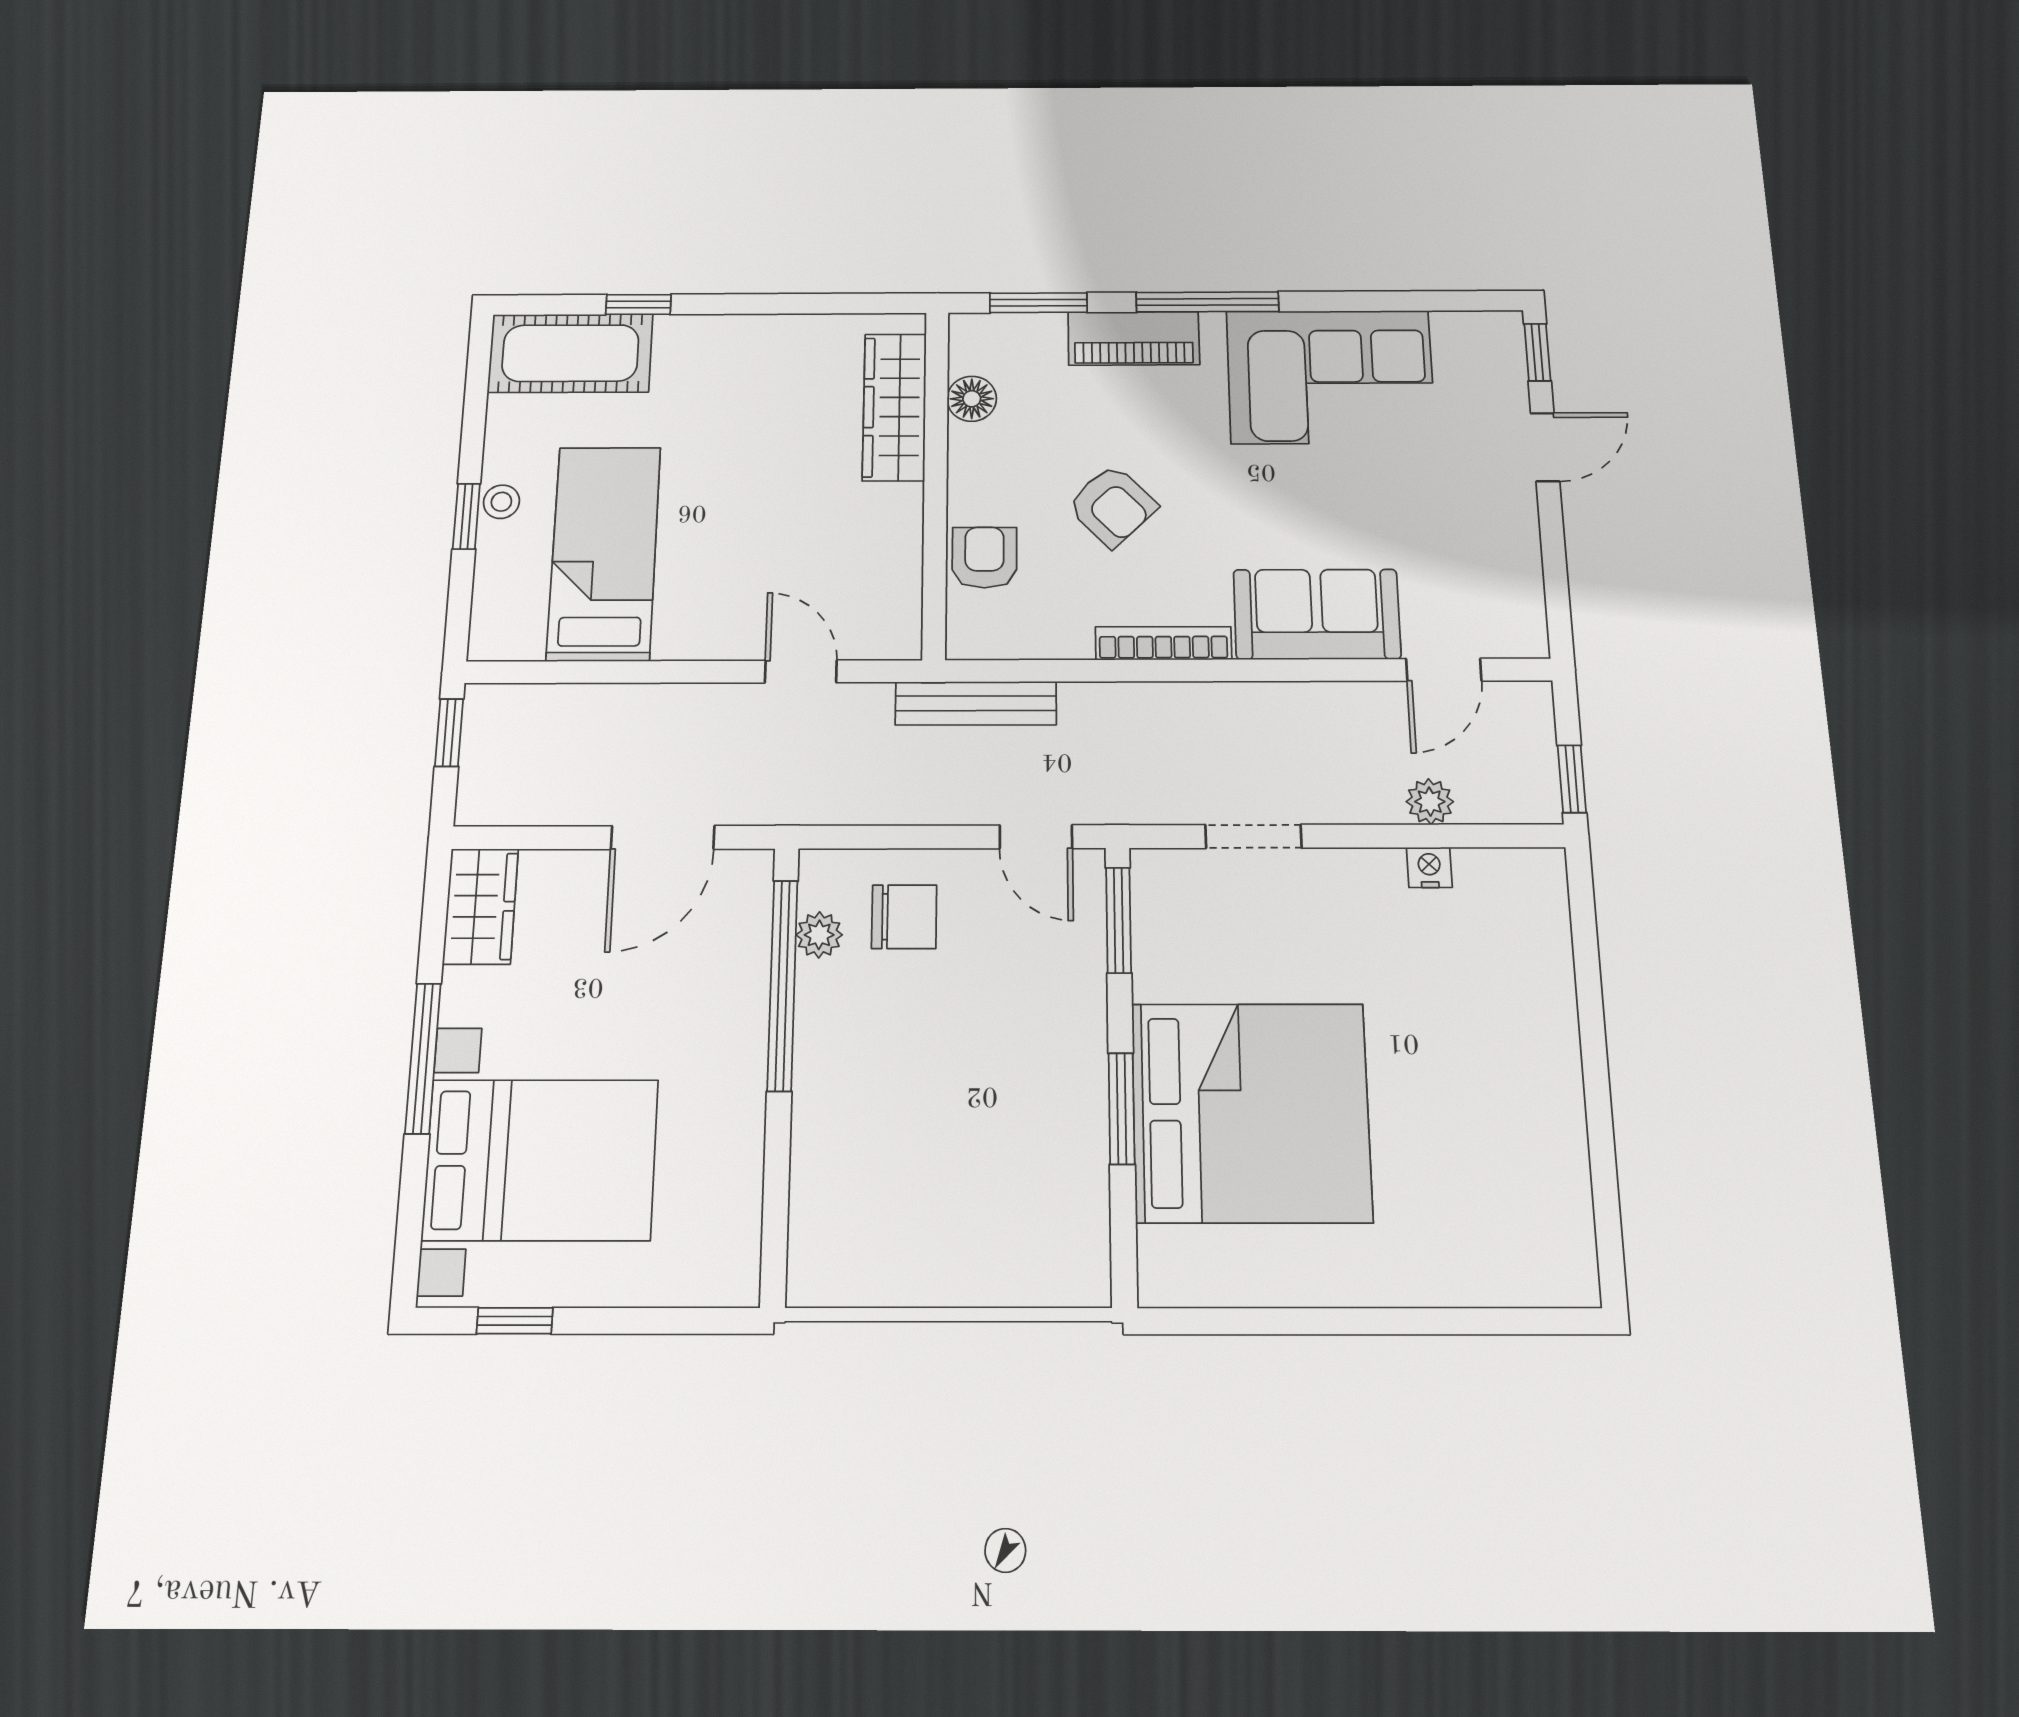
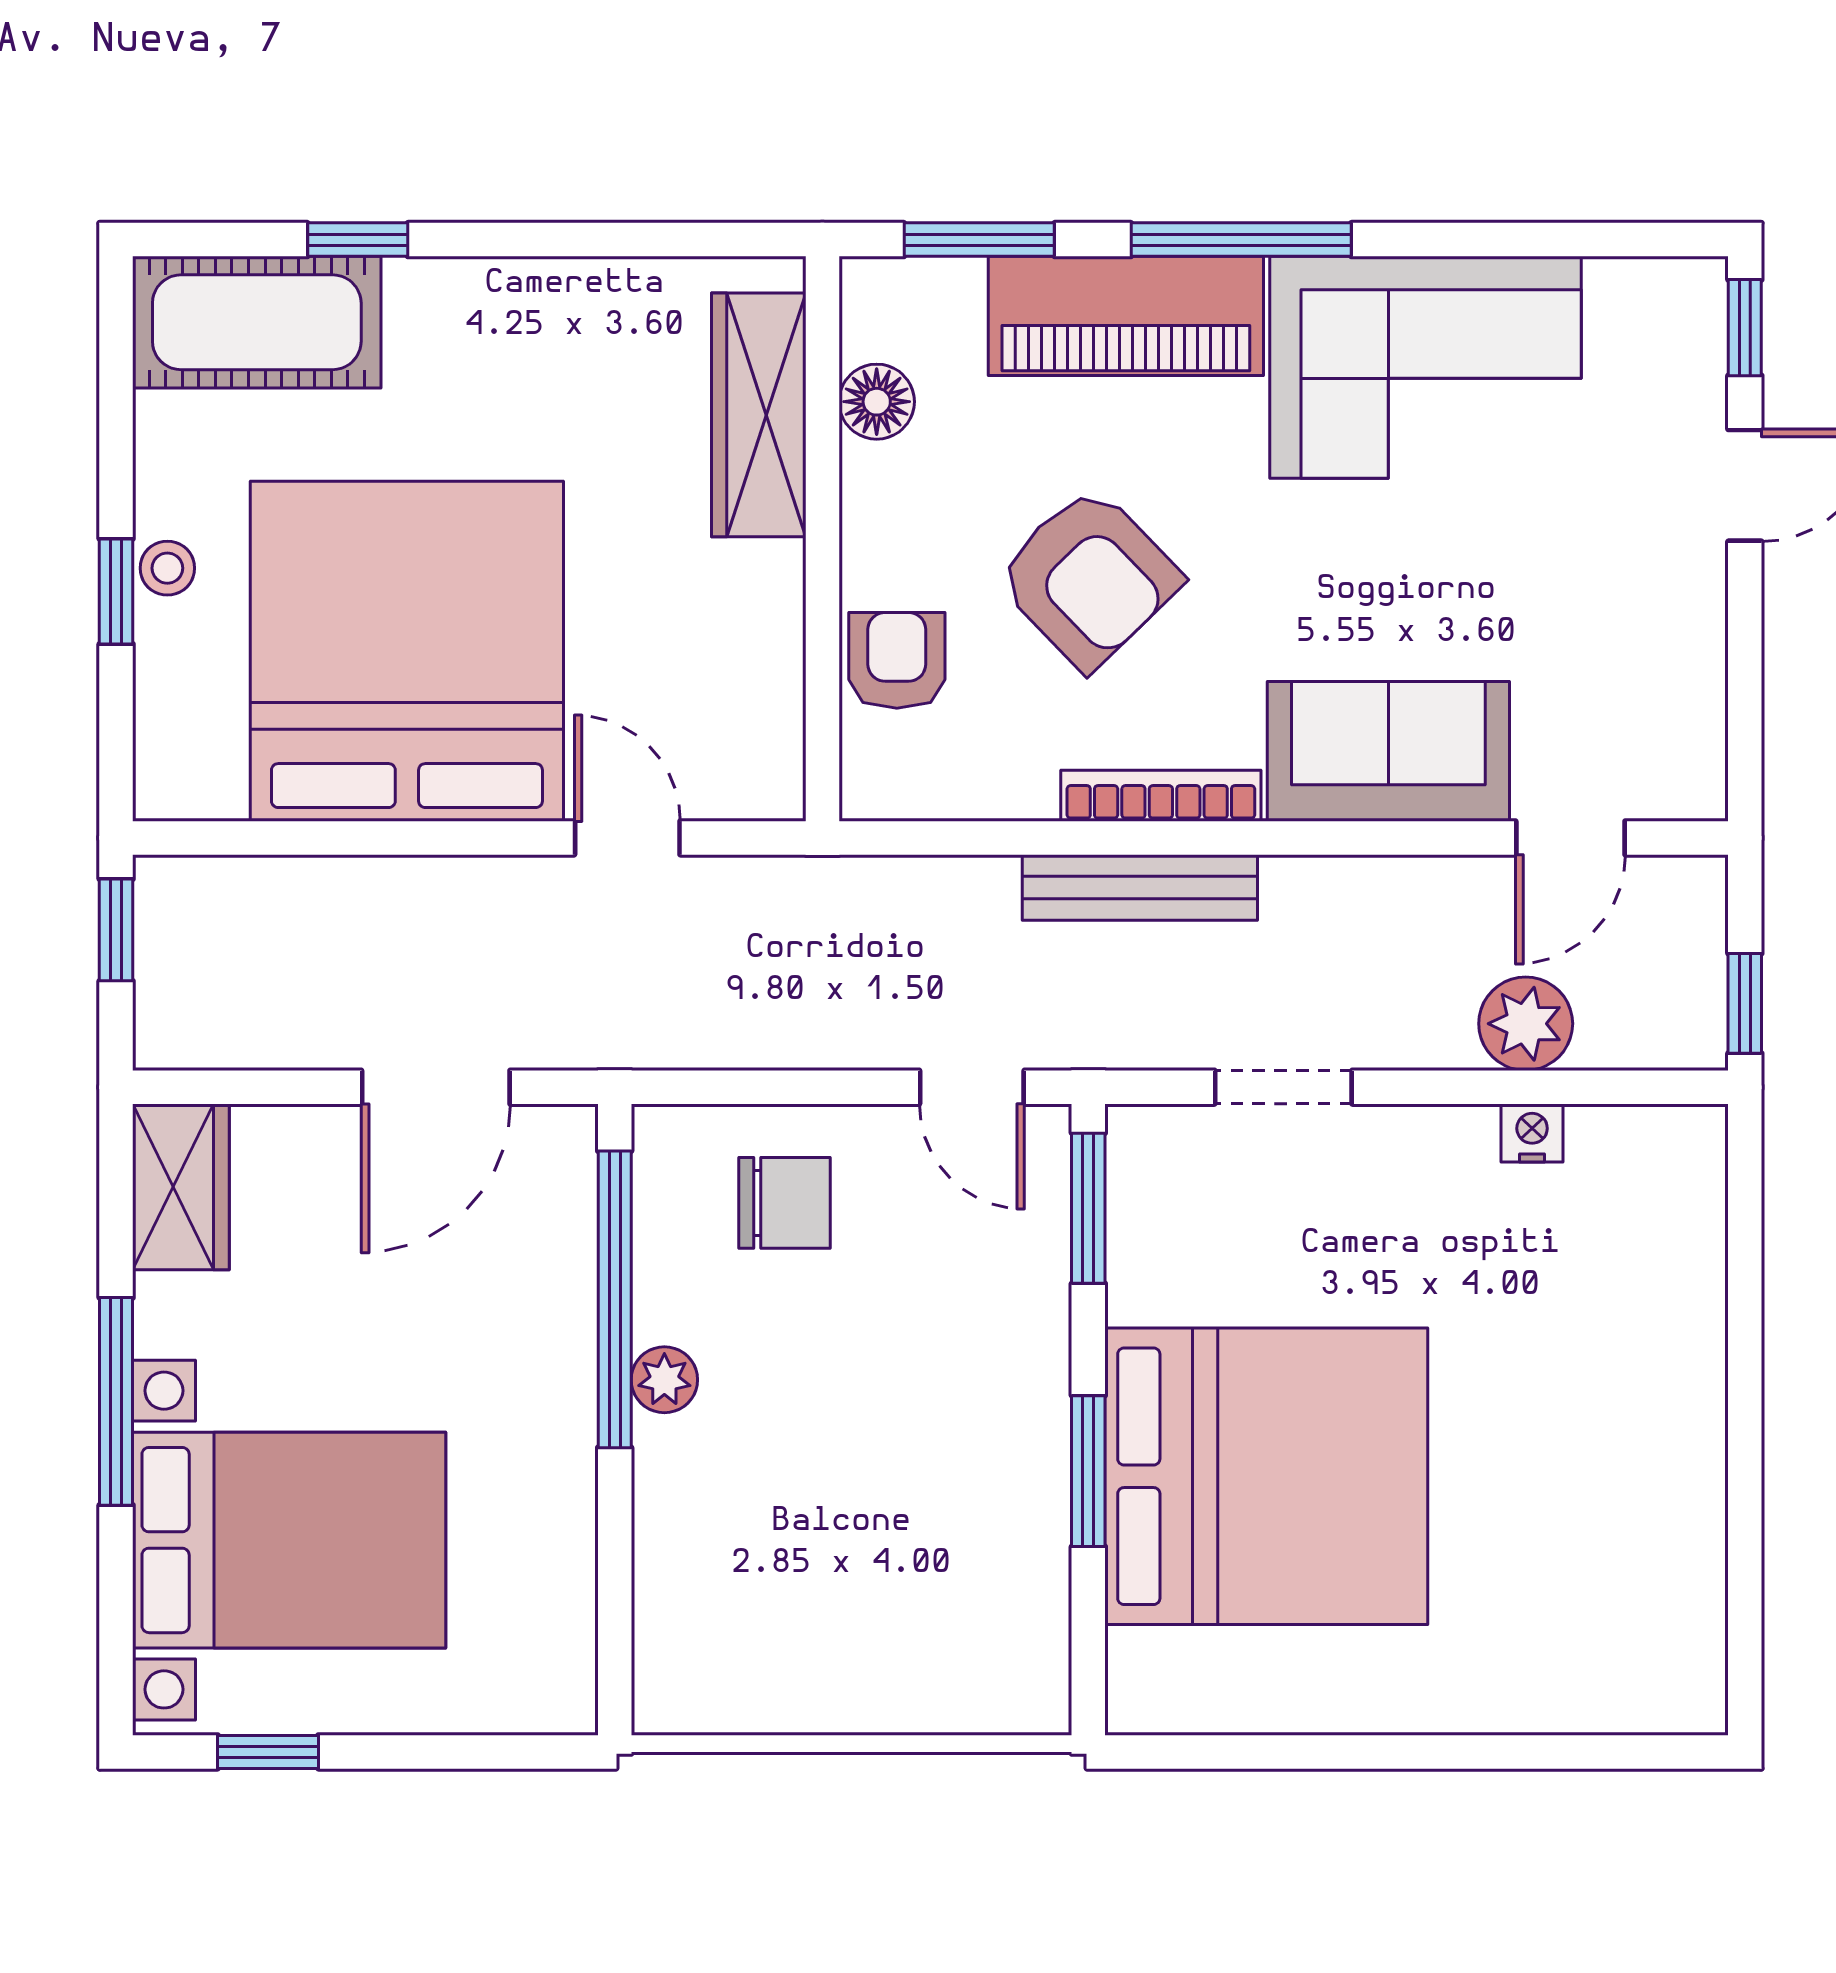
piano: (1134, 338) -> (1126, 316), width x1.37, depth x1.33
armchair: (1112, 506) -> (1089, 578), width x1.38, depth x1.38
bed: (604, 553) -> (407, 651), width x2.04
bench: (976, 703) -> (1140, 887), moved
plant: (1430, 802) -> (1526, 1024), width x1.38, depth x1.38
plant: (819, 935) -> (664, 1380), moved

